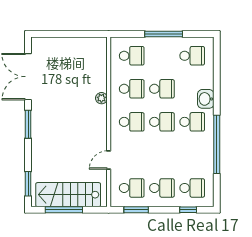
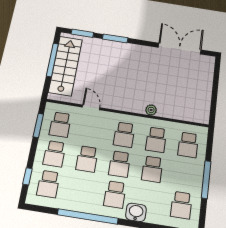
window: (28, 124) -> (115, 38), moved
school desk: (162, 155) -> (87, 159), added

